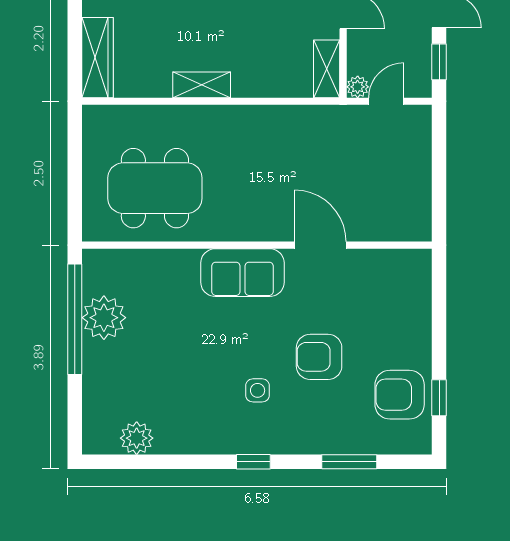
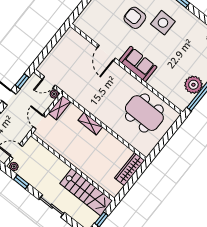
shelving: (202, 85) -> (90, 124), moved
armchair: (319, 357) -> (135, 18), turned 180
side table: (258, 390) -> (163, 23), width x1.87, depth x1.87

